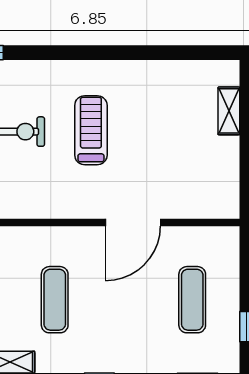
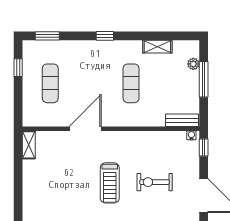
shelving: (229, 111) -> (29, 145), moved

